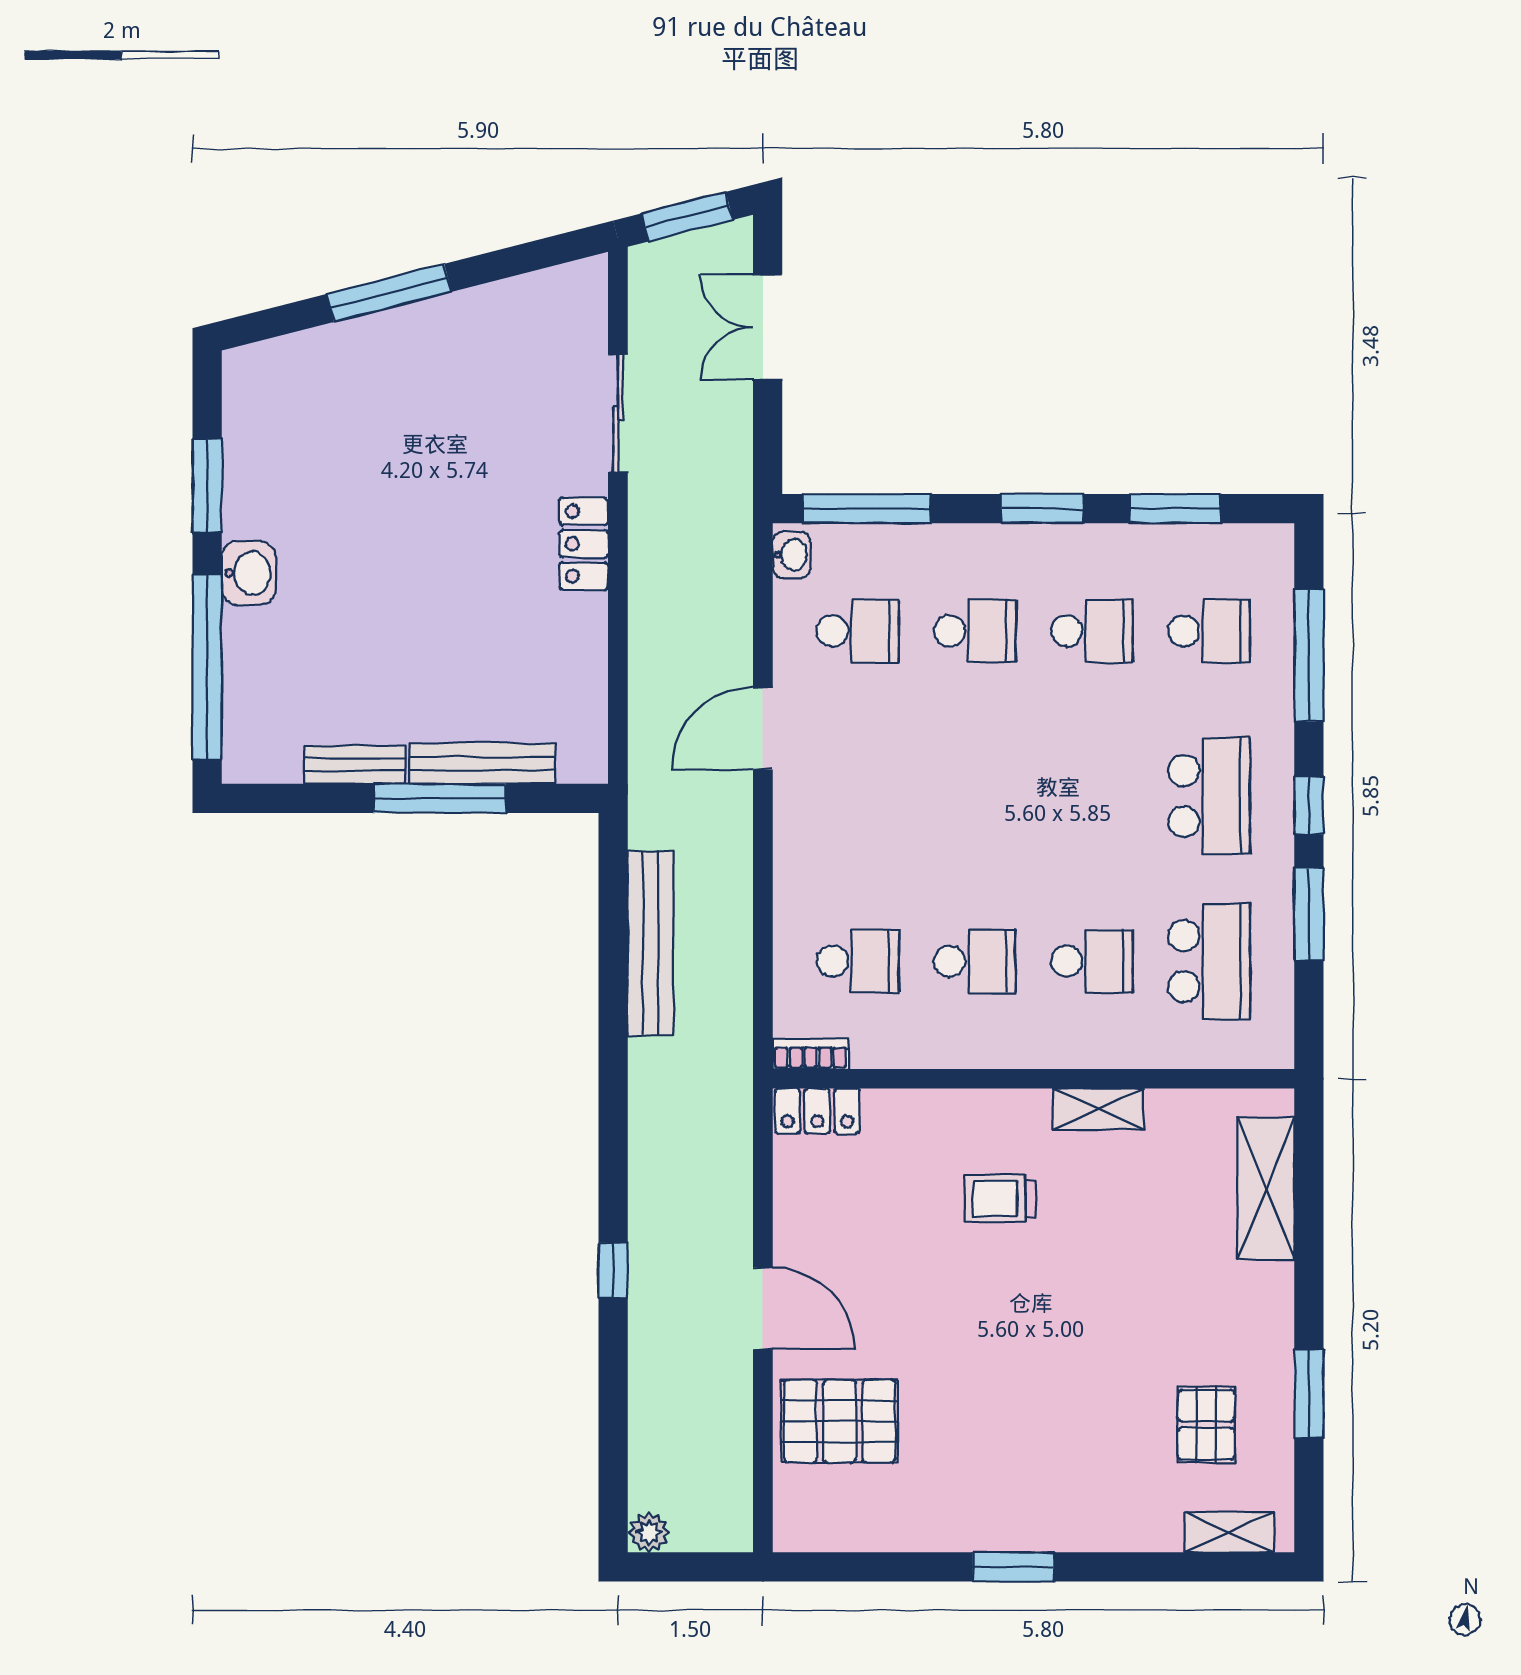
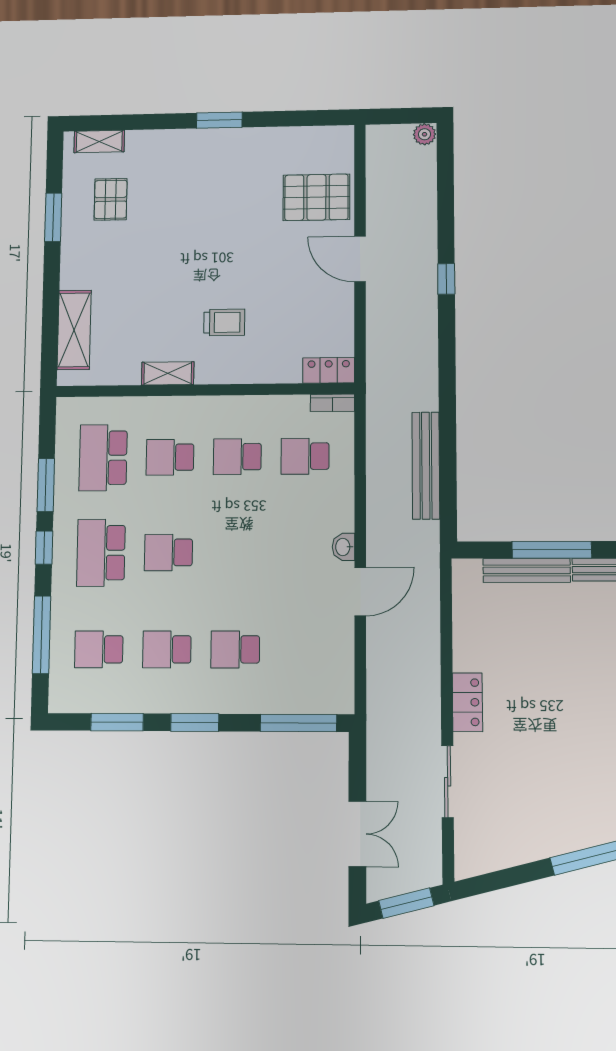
washbasin: (791, 555) -> (343, 547), moved
school desk: (858, 631) -> (168, 552), moved

